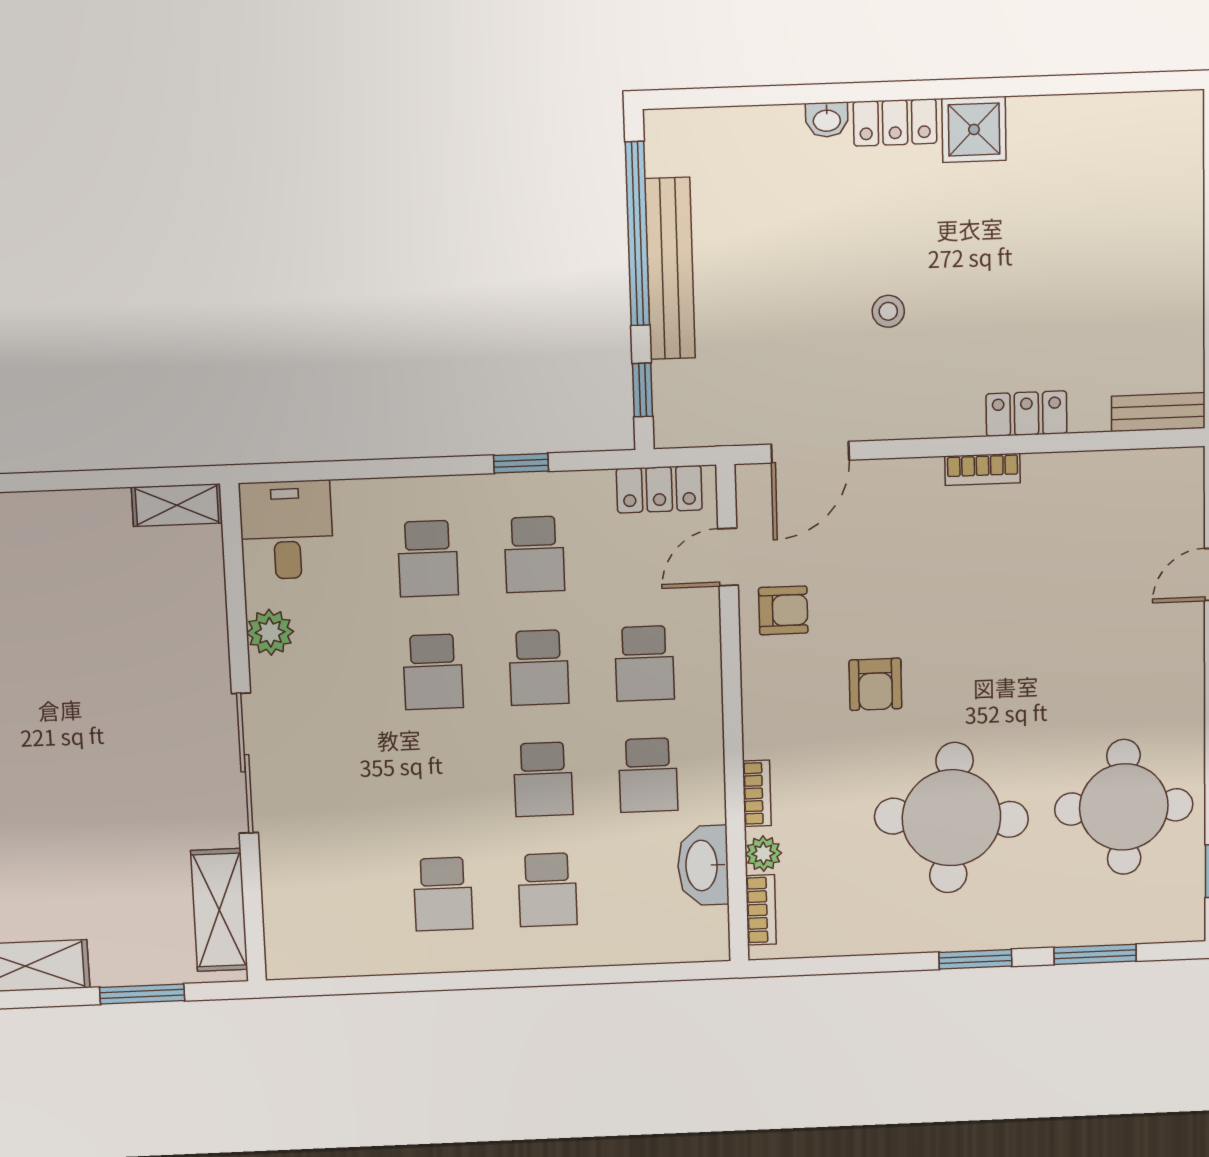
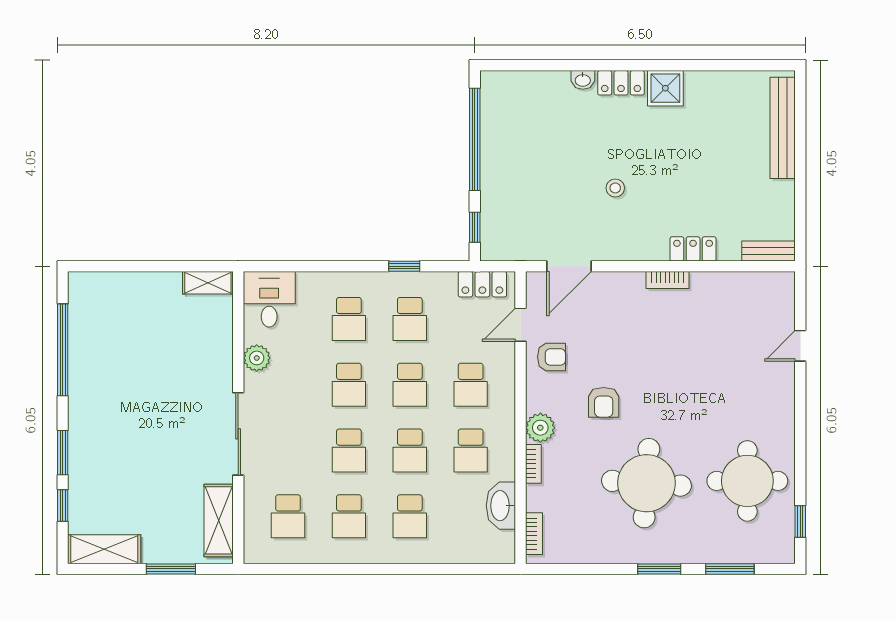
bench: (670, 269) -> (783, 128), moved
school desk: (438, 784) -> (349, 451), added
plant: (763, 854) -> (540, 428), moved, width x1.38, depth x1.38
school desk: (338, 898) -> (288, 516), added

